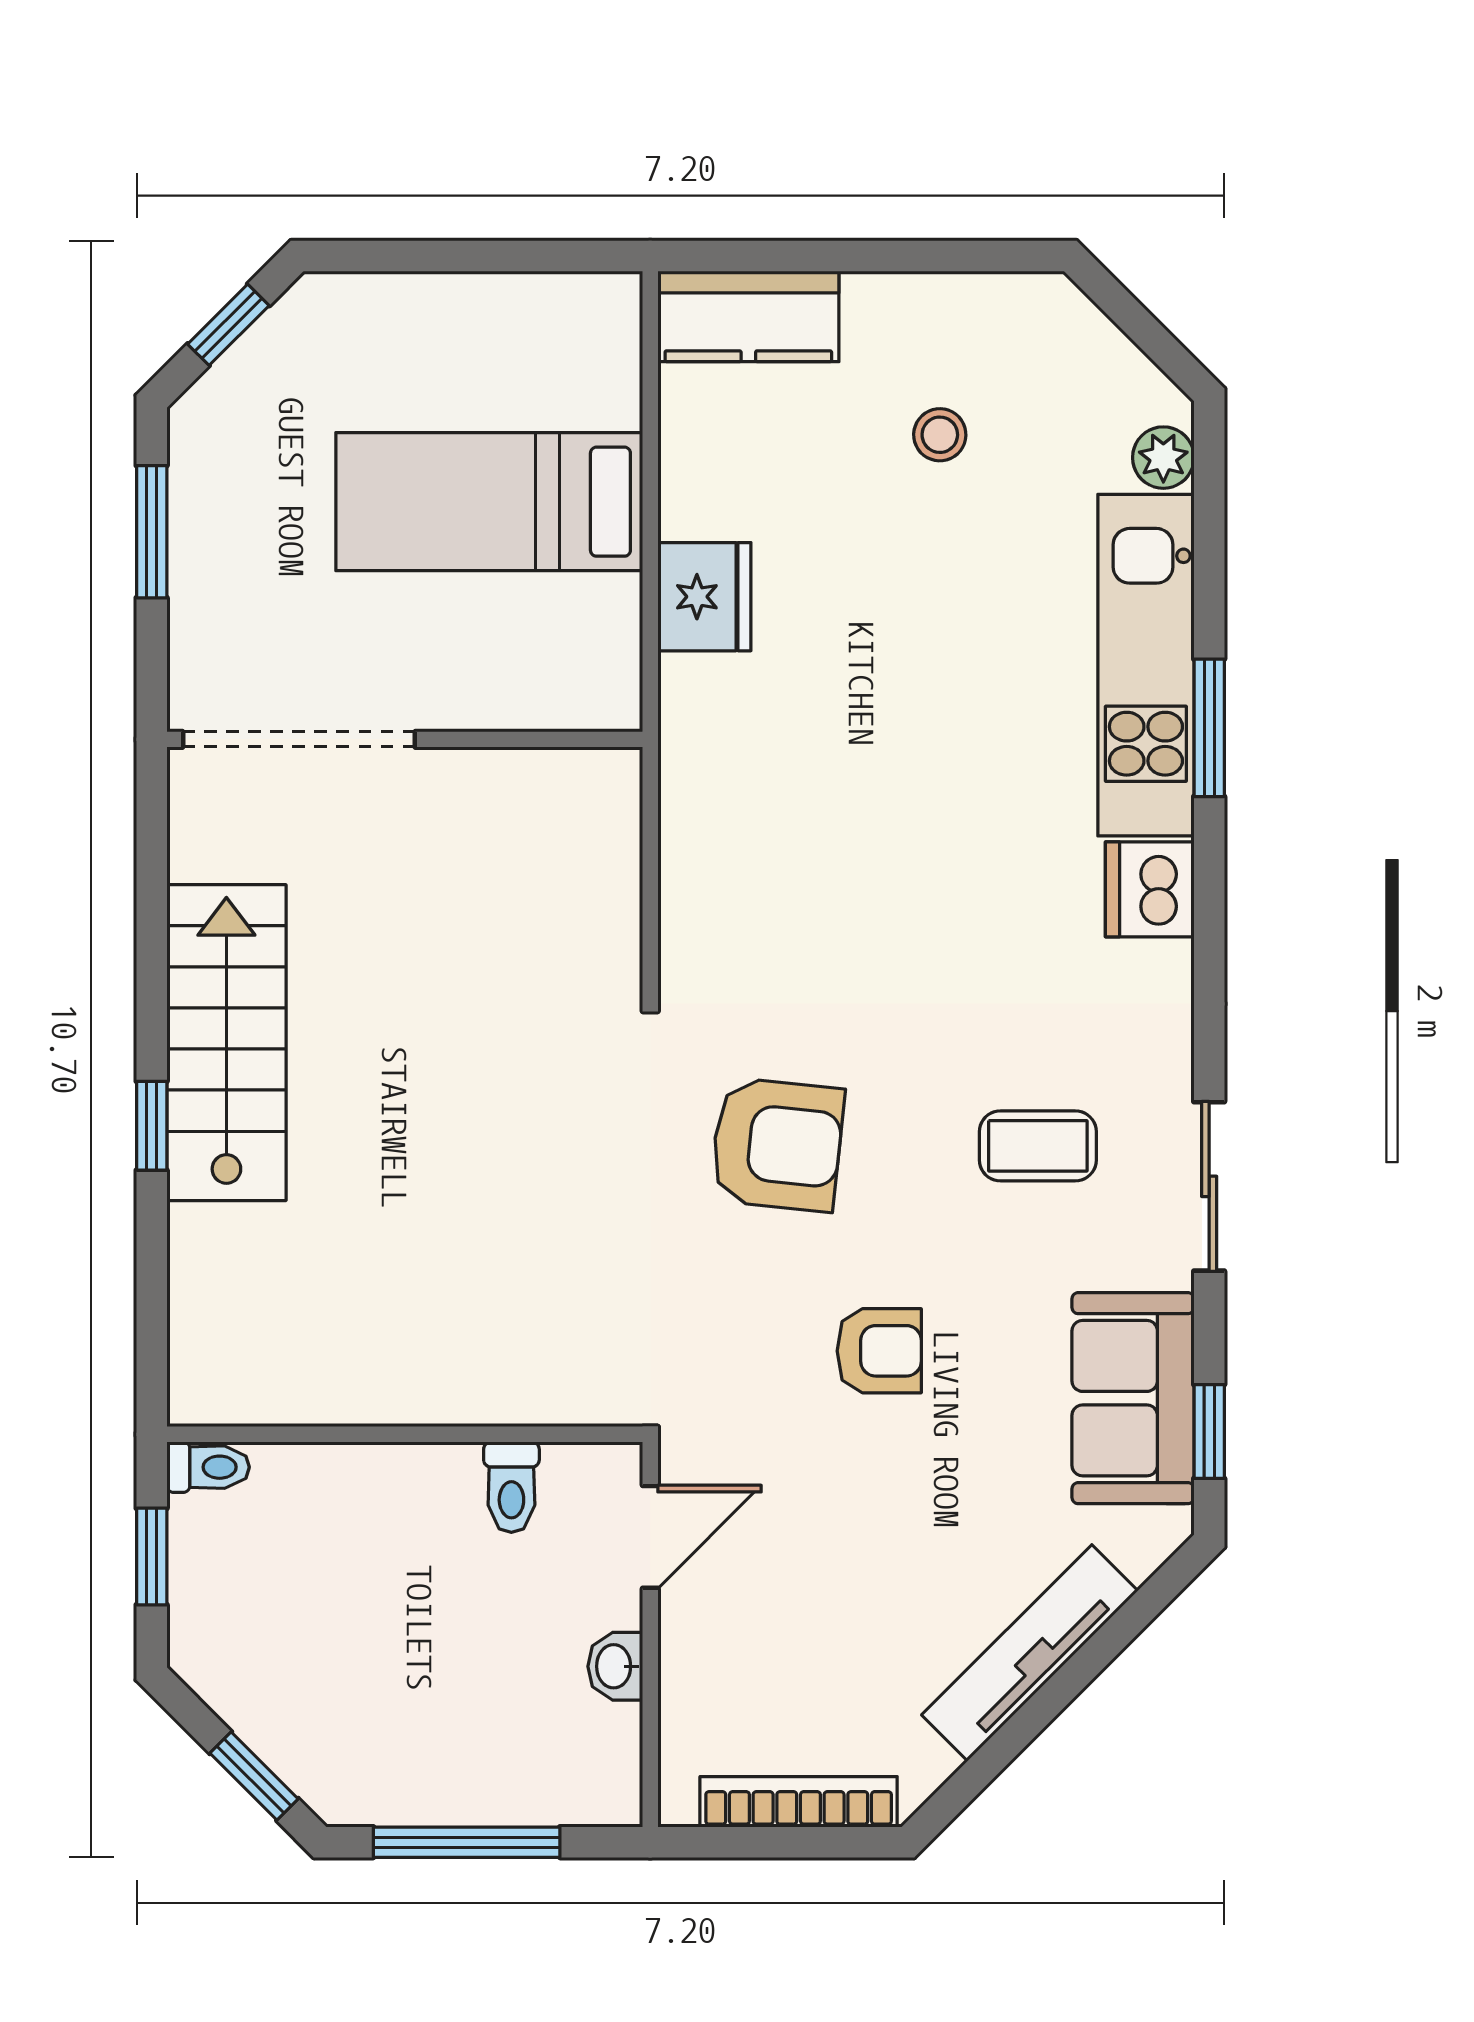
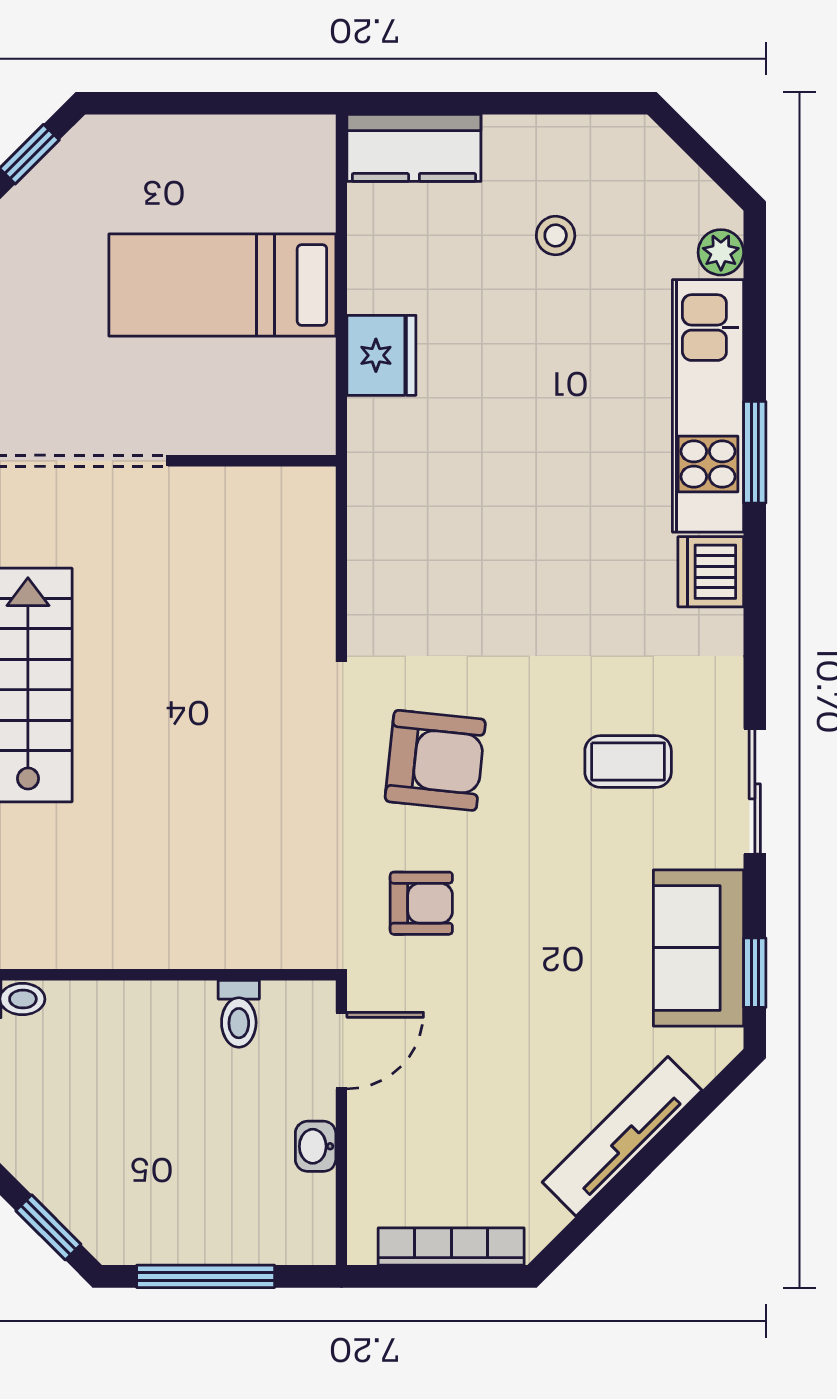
armchair: (879, 1351) -> (421, 903), moved

